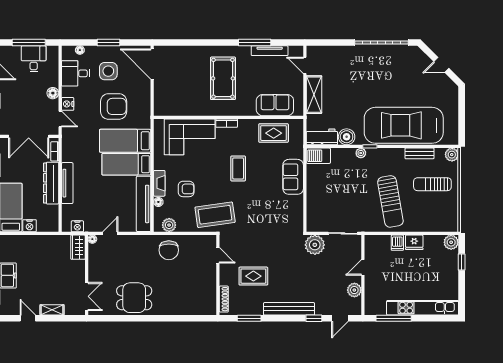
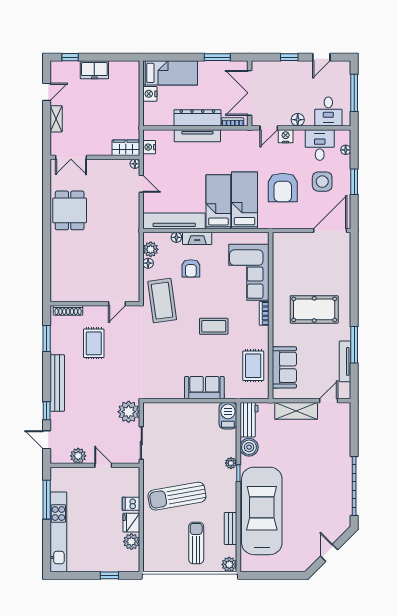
desk: (34, 59) -> (328, 112), moved, turned 90
floor lamp: (182, 227) -> (148, 263), added
plant: (451, 242) -> (131, 542), moved
chair: (169, 250) -> (123, 249), removed

